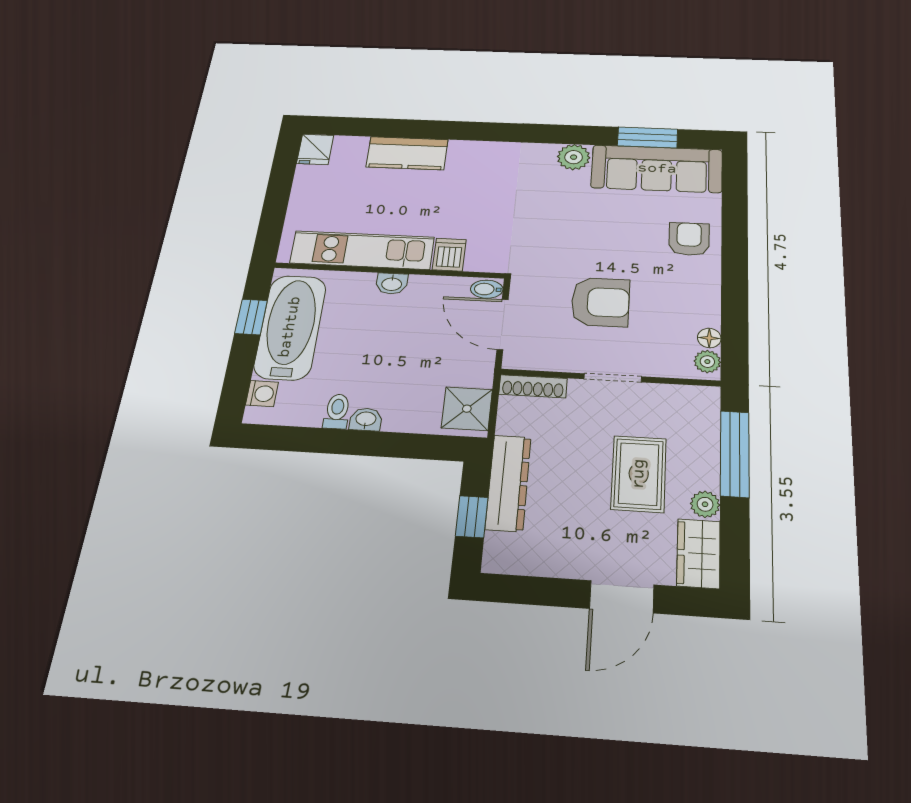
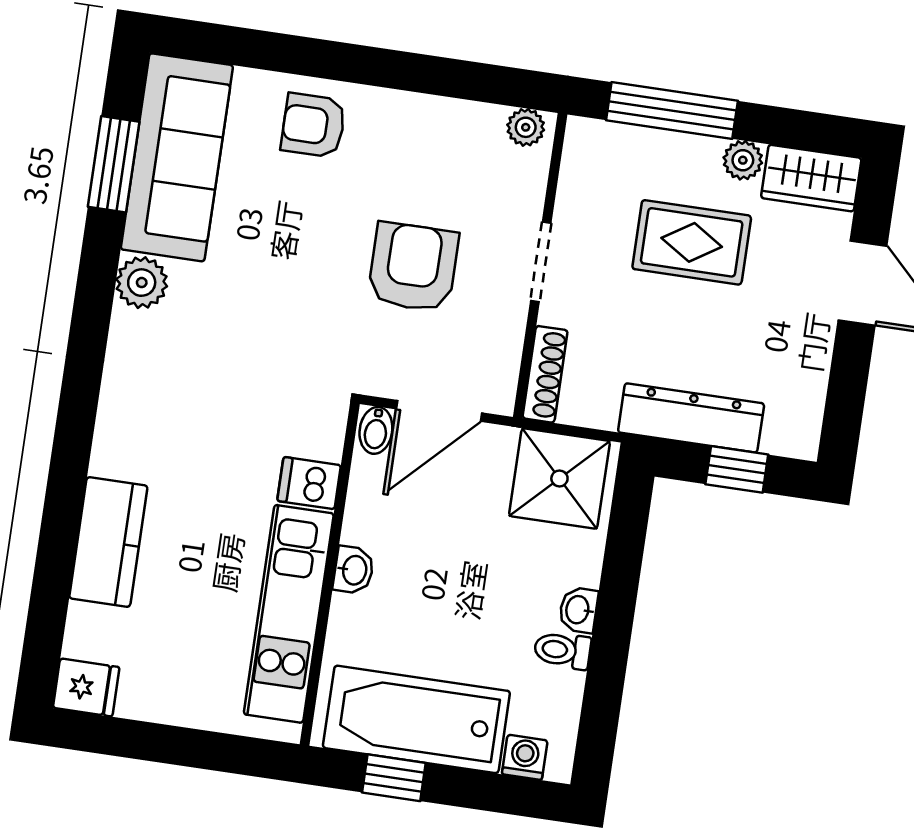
floor lamp: (709, 338) -> (487, 119), removed
shower: (467, 409) -> (559, 478), width x1.36, depth x1.36

